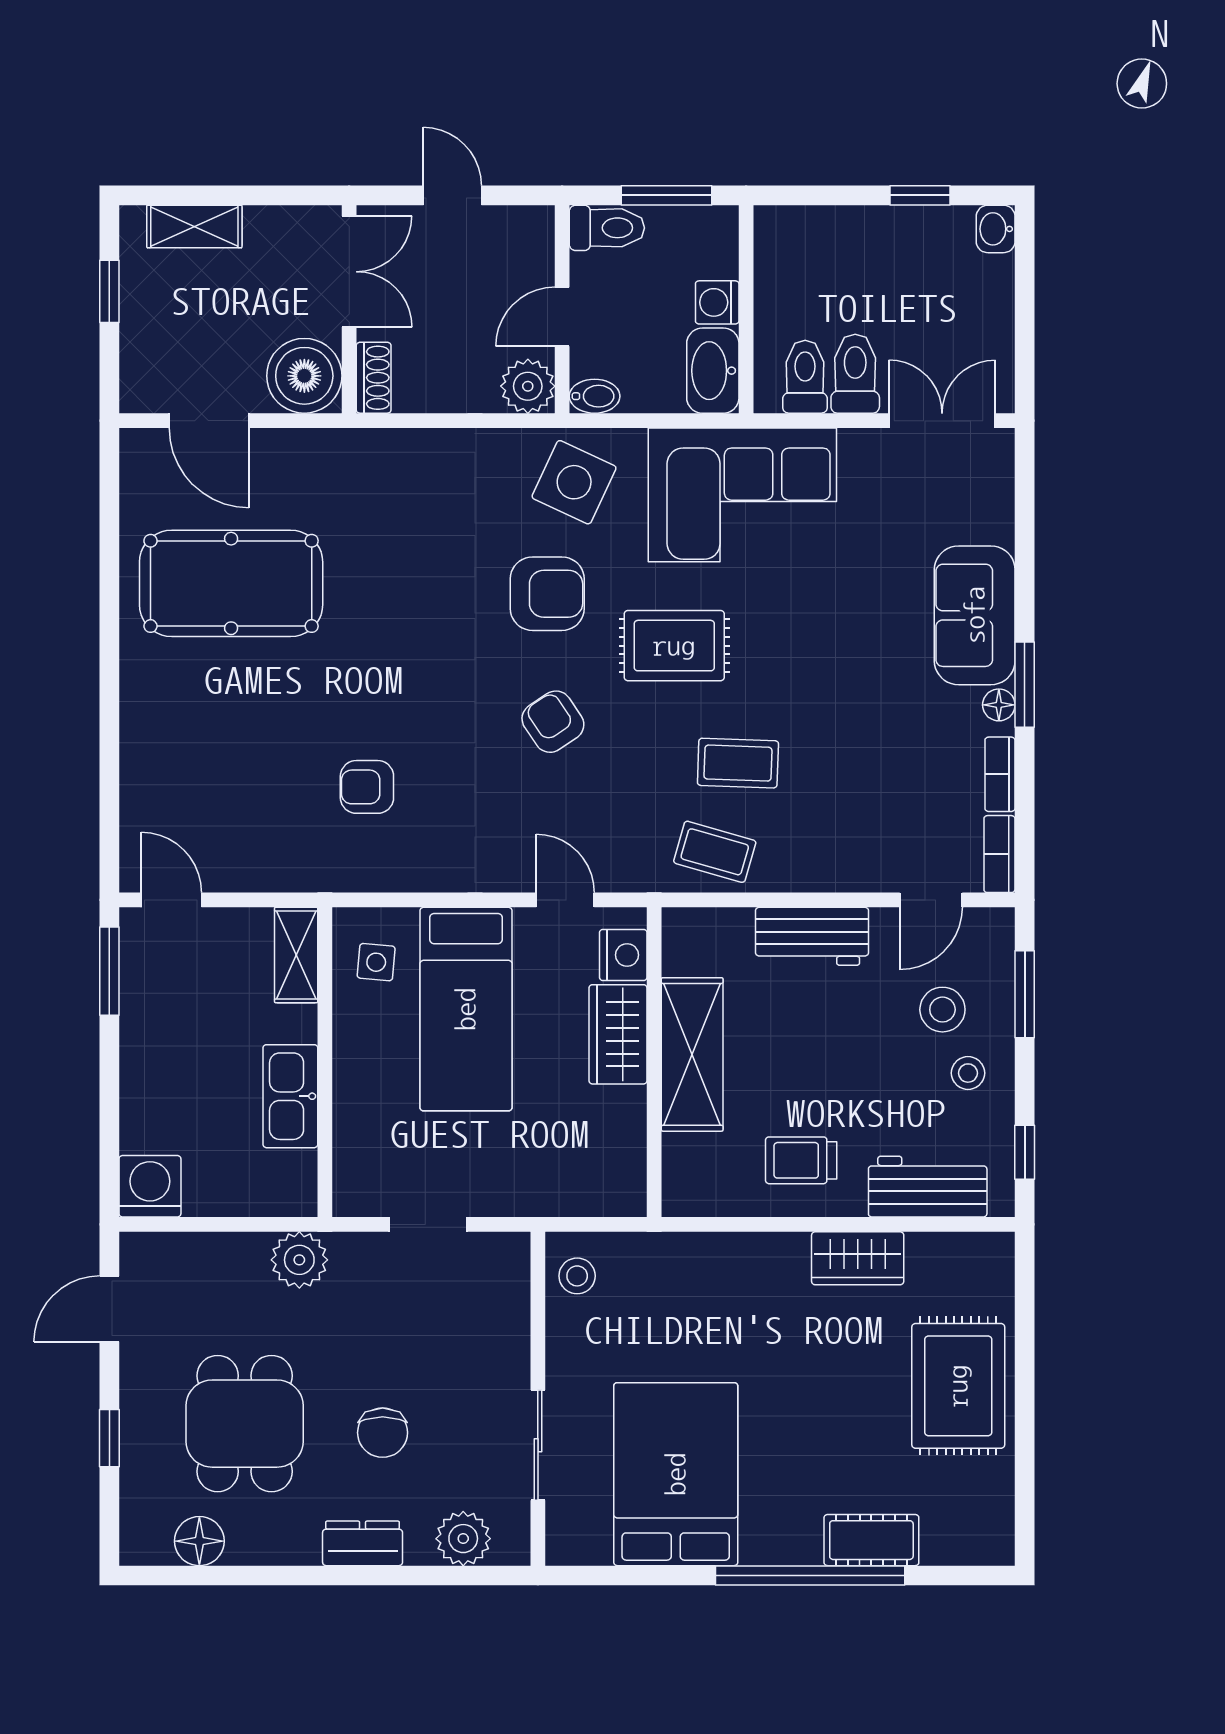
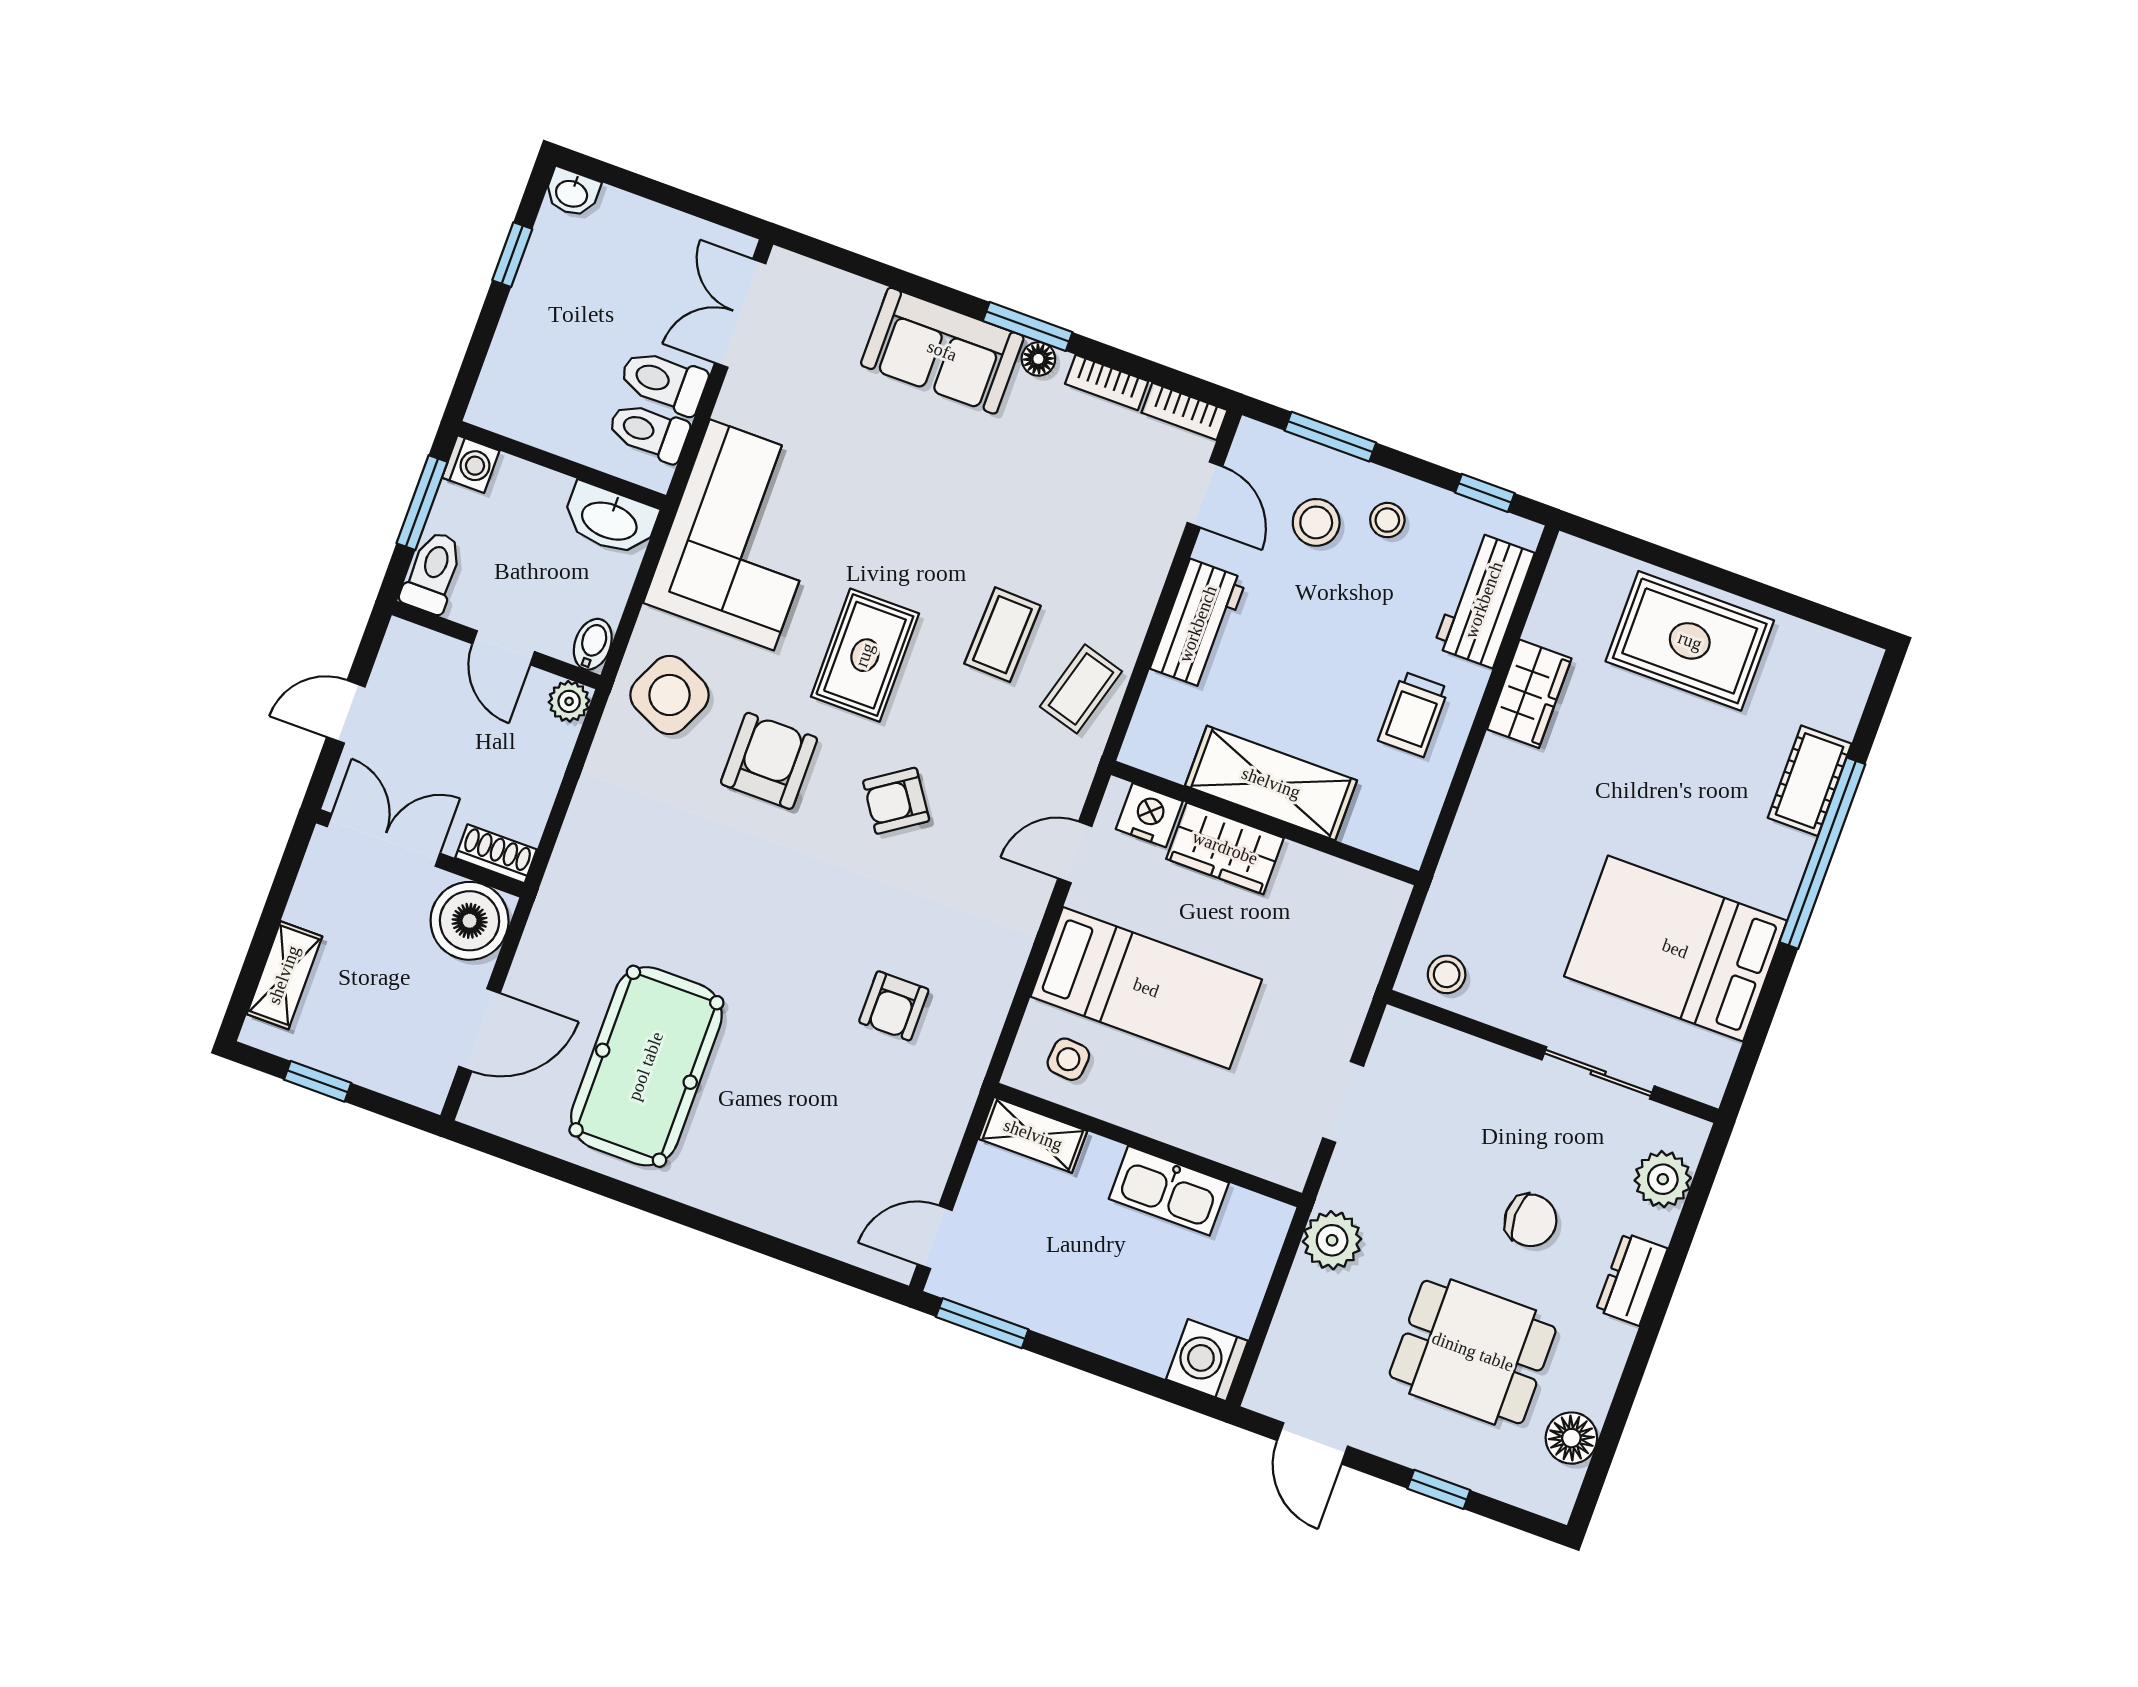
washing machine: (717, 302) -> (471, 464), moved, turned -90
plant: (528, 386) -> (569, 701), width x0.73, depth x0.73

